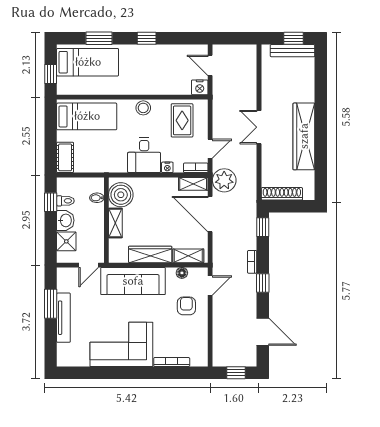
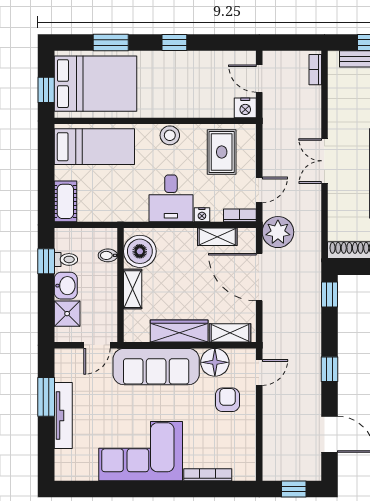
bed: (88, 62) -> (95, 84), width x1.50
shelving: (193, 184) -> (217, 237), moved
bookcase: (252, 262) -> (315, 70), moved
floor lamp: (182, 273) -> (215, 362), width x1.89, depth x1.89

